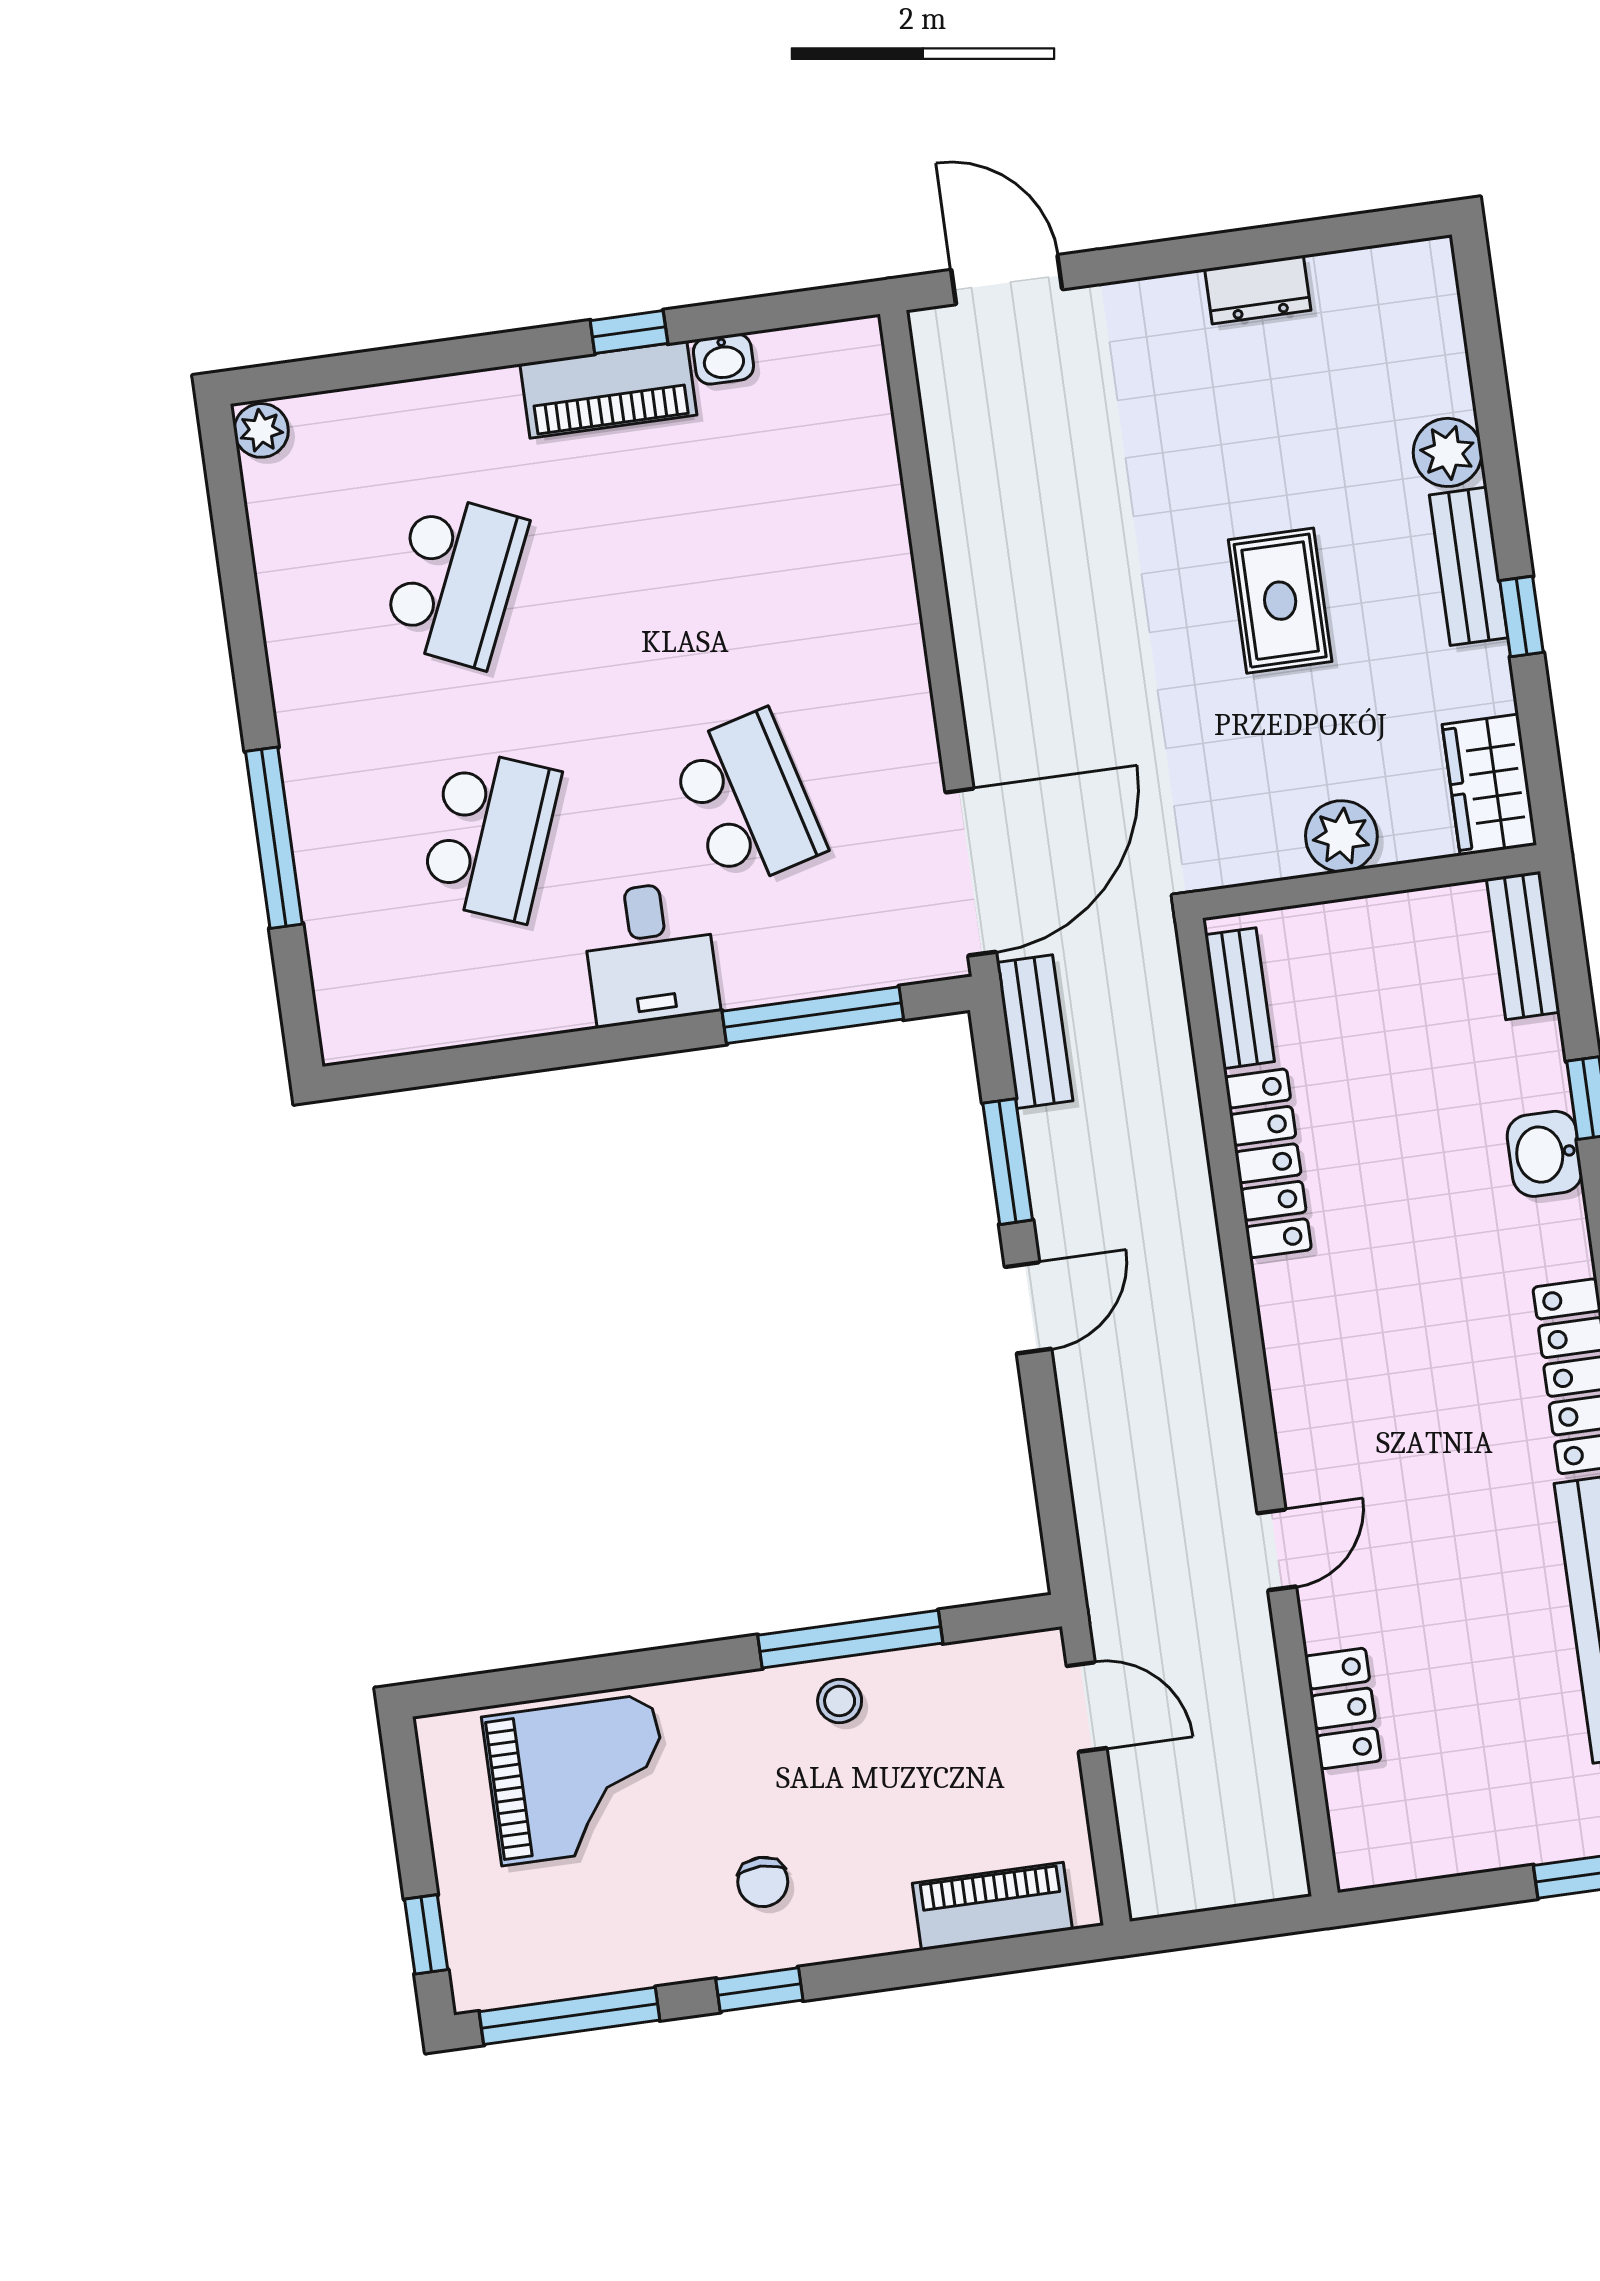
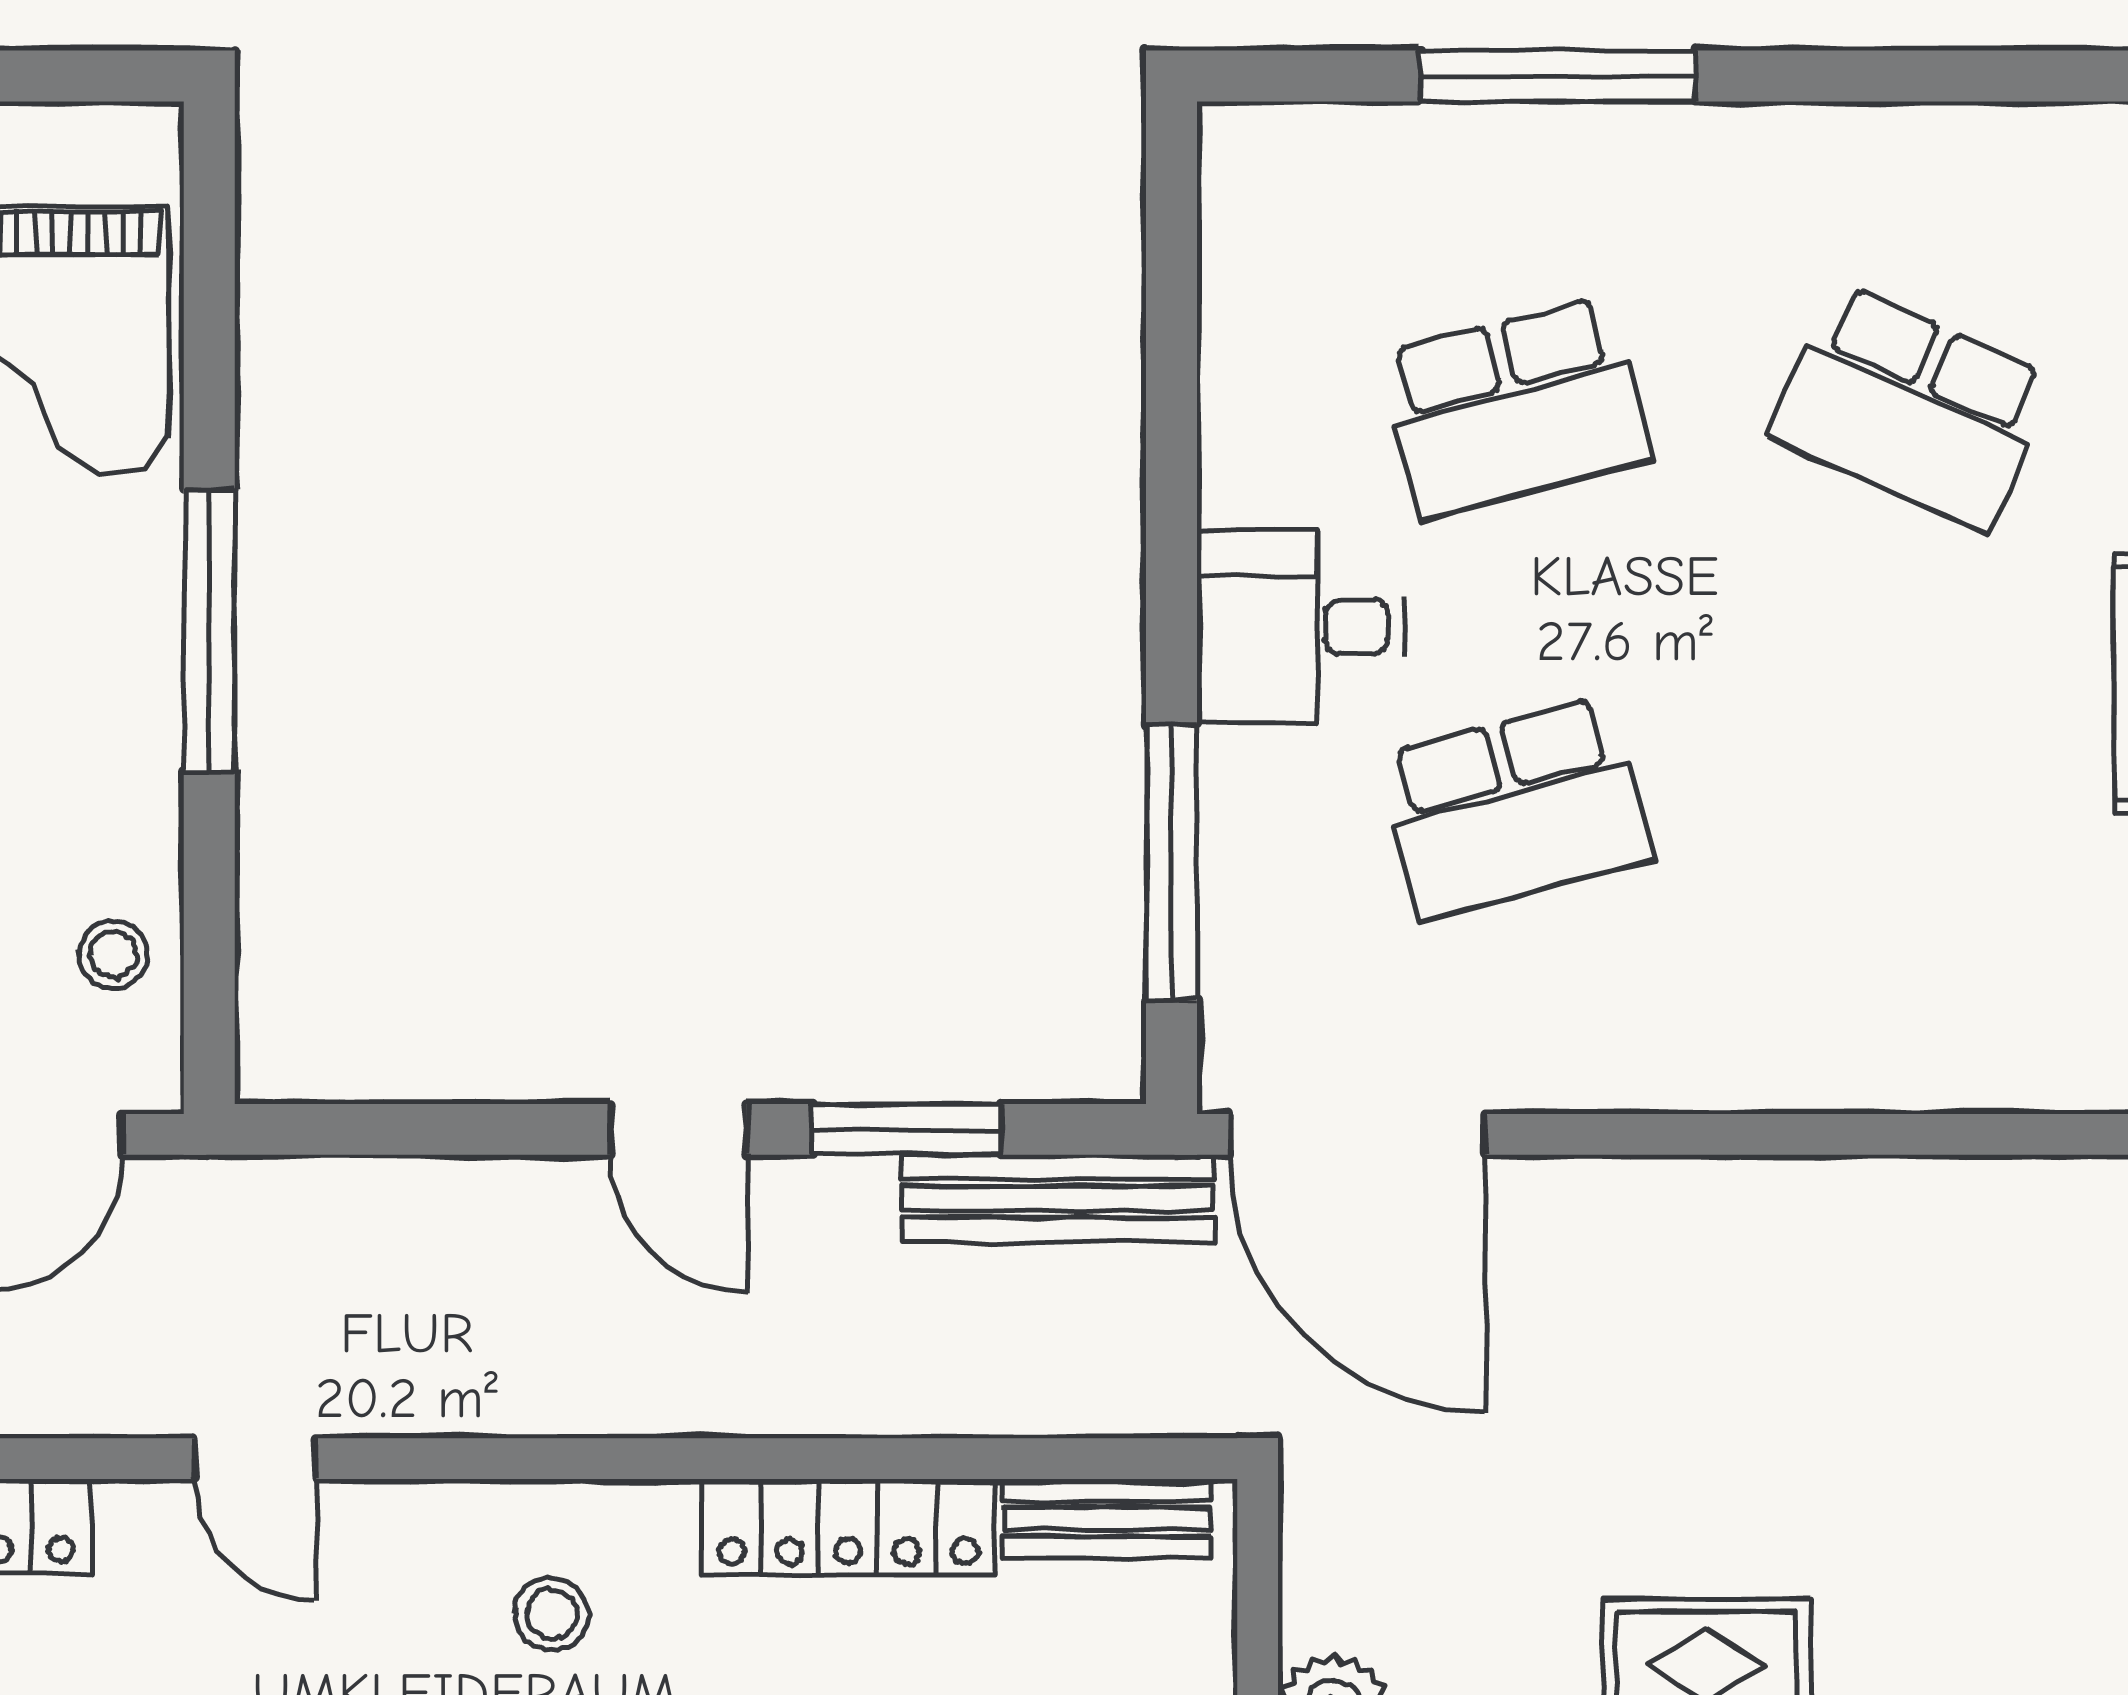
school desk: (490, 836) -> (1515, 407), turned -36
bench: (1035, 1032) -> (1058, 1198), width x1.36
stool: (1350, 1346) -> (551, 1614), added
window: (850, 1639) -> (209, 631), moved
stool: (840, 1701) -> (113, 955), moved

